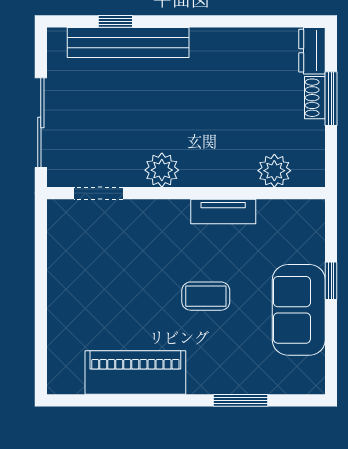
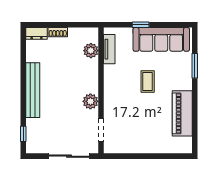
window: (115, 21) -> (23, 134), moved
bench: (128, 42) -> (33, 90), moved
window: (331, 99) -> (58, 25), removed
tv unit: (223, 211) -> (109, 49), moved
sofa: (299, 310) -> (161, 39), width x1.36

